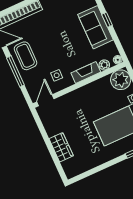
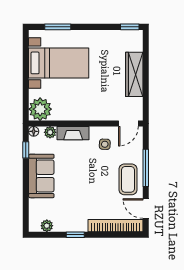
window: (107, 20) -> (26, 150), moved
wardrobe: (61, 147) -> (134, 74), width x1.50
window: (79, 177) -> (130, 27), added

